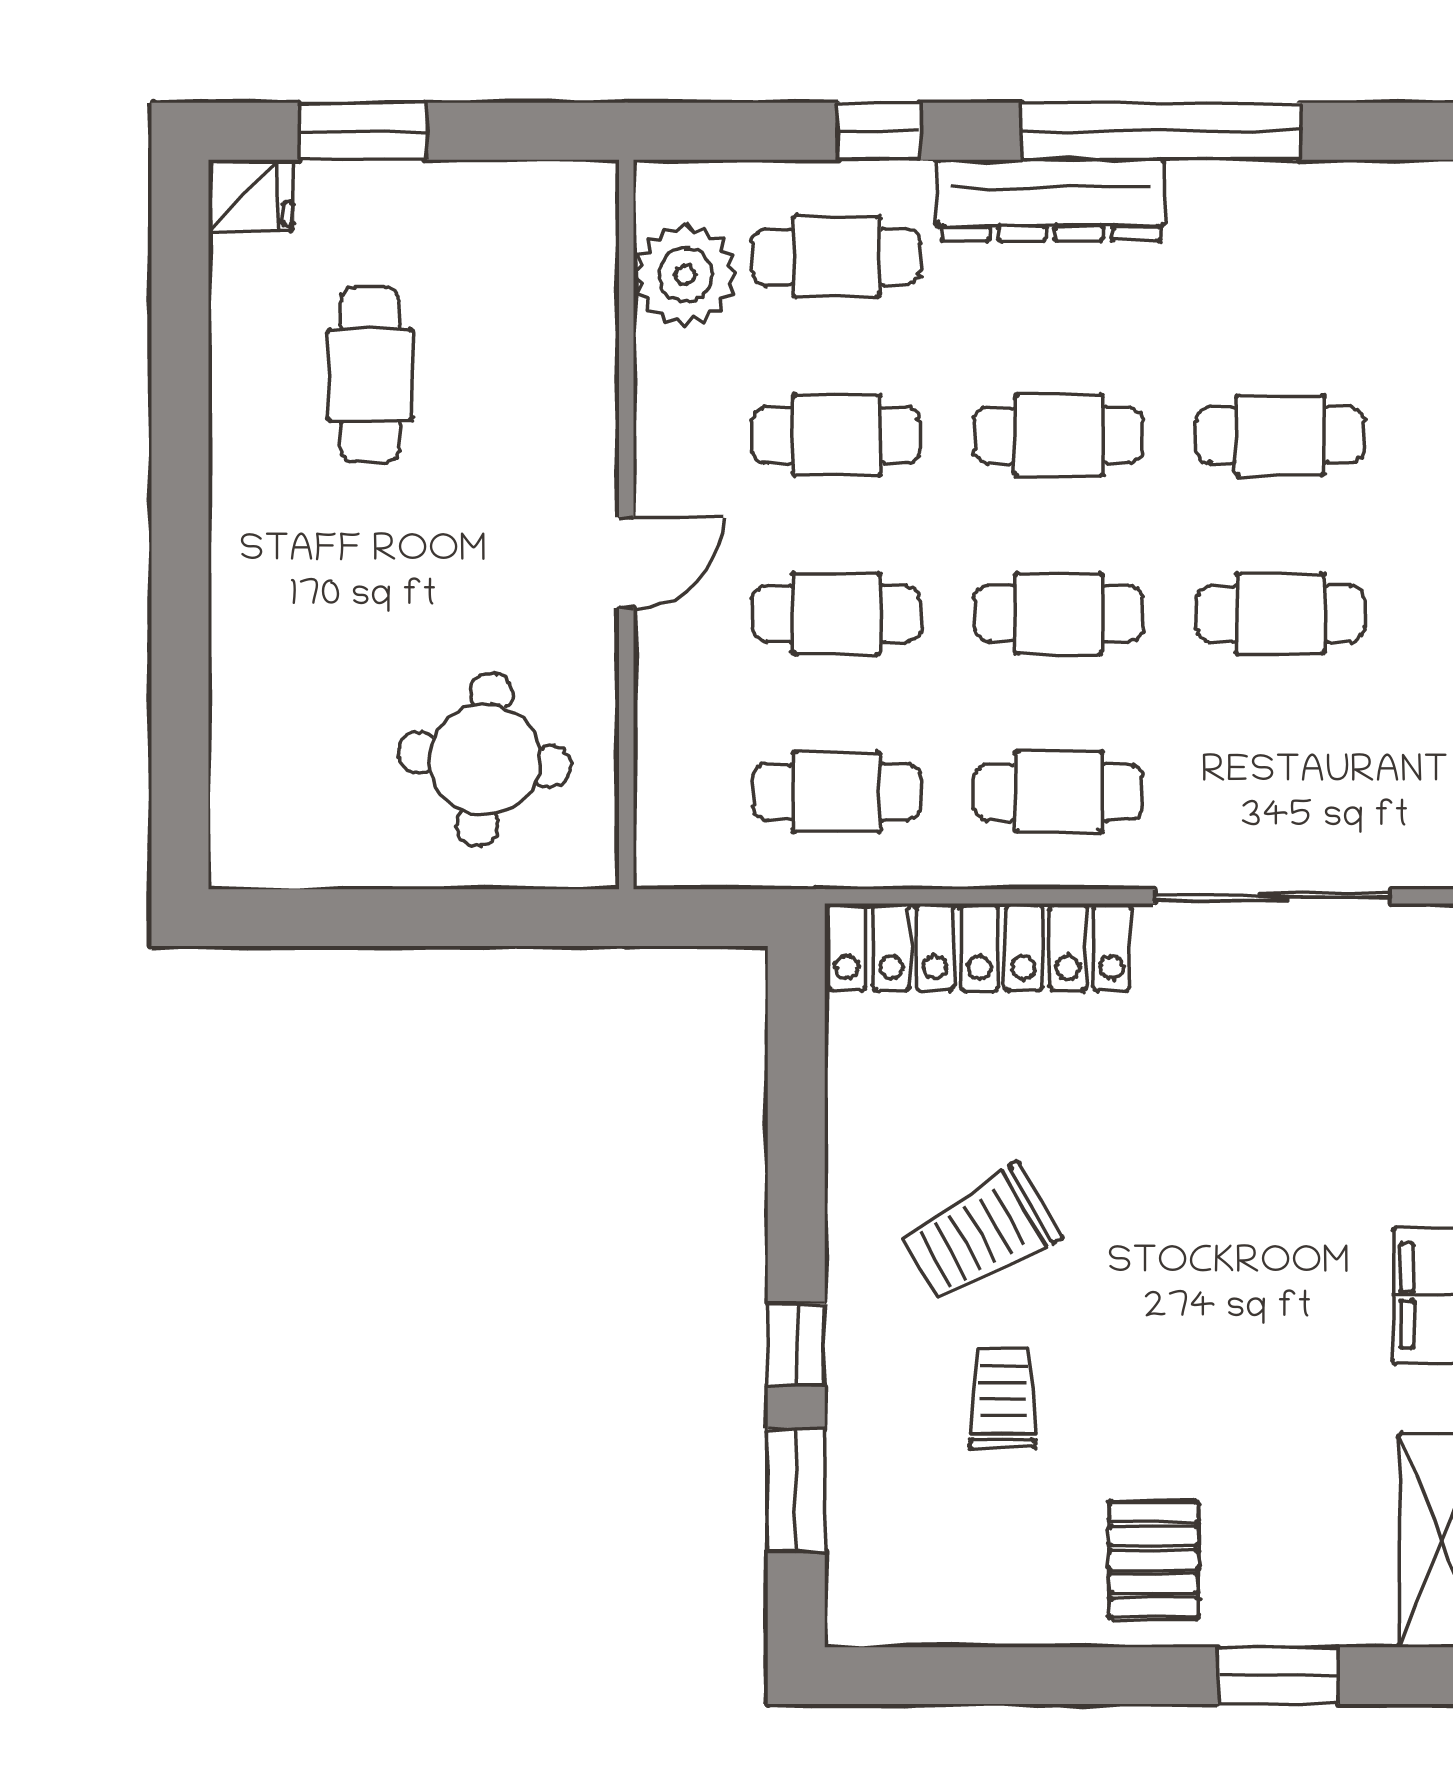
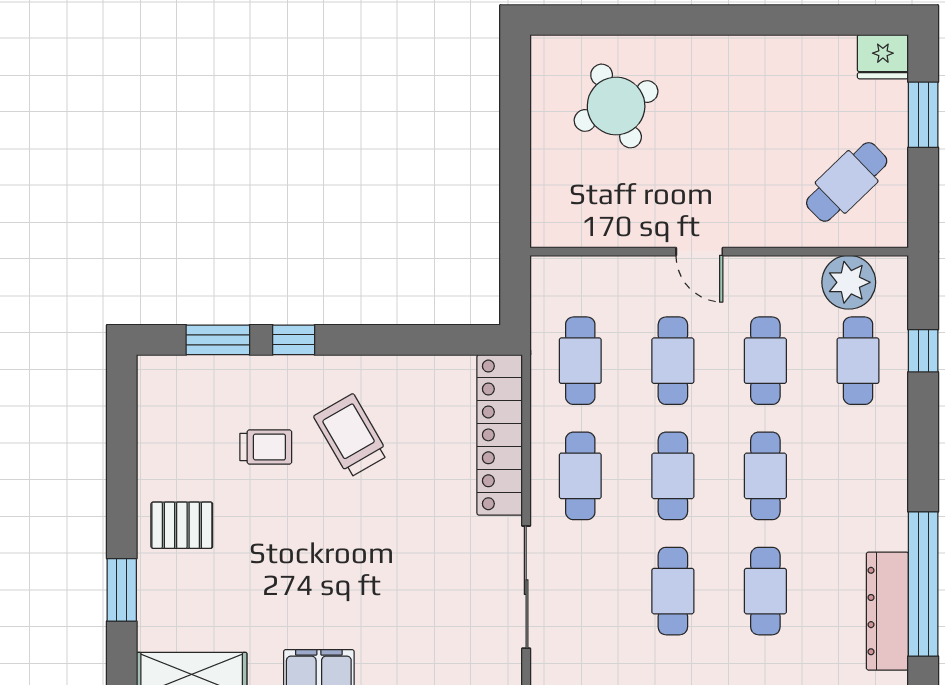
window: (879, 131) -> (923, 351), moved
window: (1161, 131) -> (923, 584), moved
fridge: (251, 195) -> (883, 57), width x1.38
dresser: (1050, 200) -> (887, 611), moved
cafe table: (370, 375) -> (847, 182), moved, turned -44
round table: (485, 759) -> (616, 106), moved, turned -31

